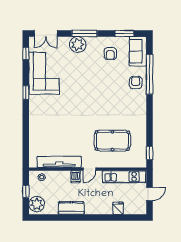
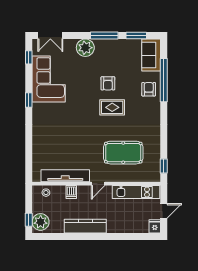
window: (84, 33) -> (104, 35), moved
armchair: (110, 54) -> (108, 83), moved
rug: (102, 99) -> (112, 107), added
dishwasher: (76, 177) -> (71, 192), moved
window: (26, 191) -> (29, 220), moved
kitchen counter: (71, 208) -> (85, 226), width x1.50
fridge: (118, 208) -> (155, 226), moved

